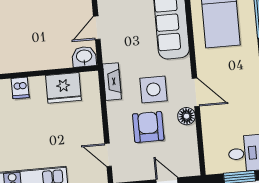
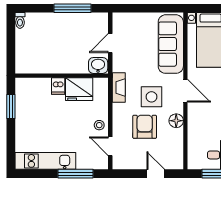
dishwasher: (20, 88) -> (58, 86), moved
door: (196, 92) -> (185, 91), moved
stool: (92, 130) -> (99, 125), added

